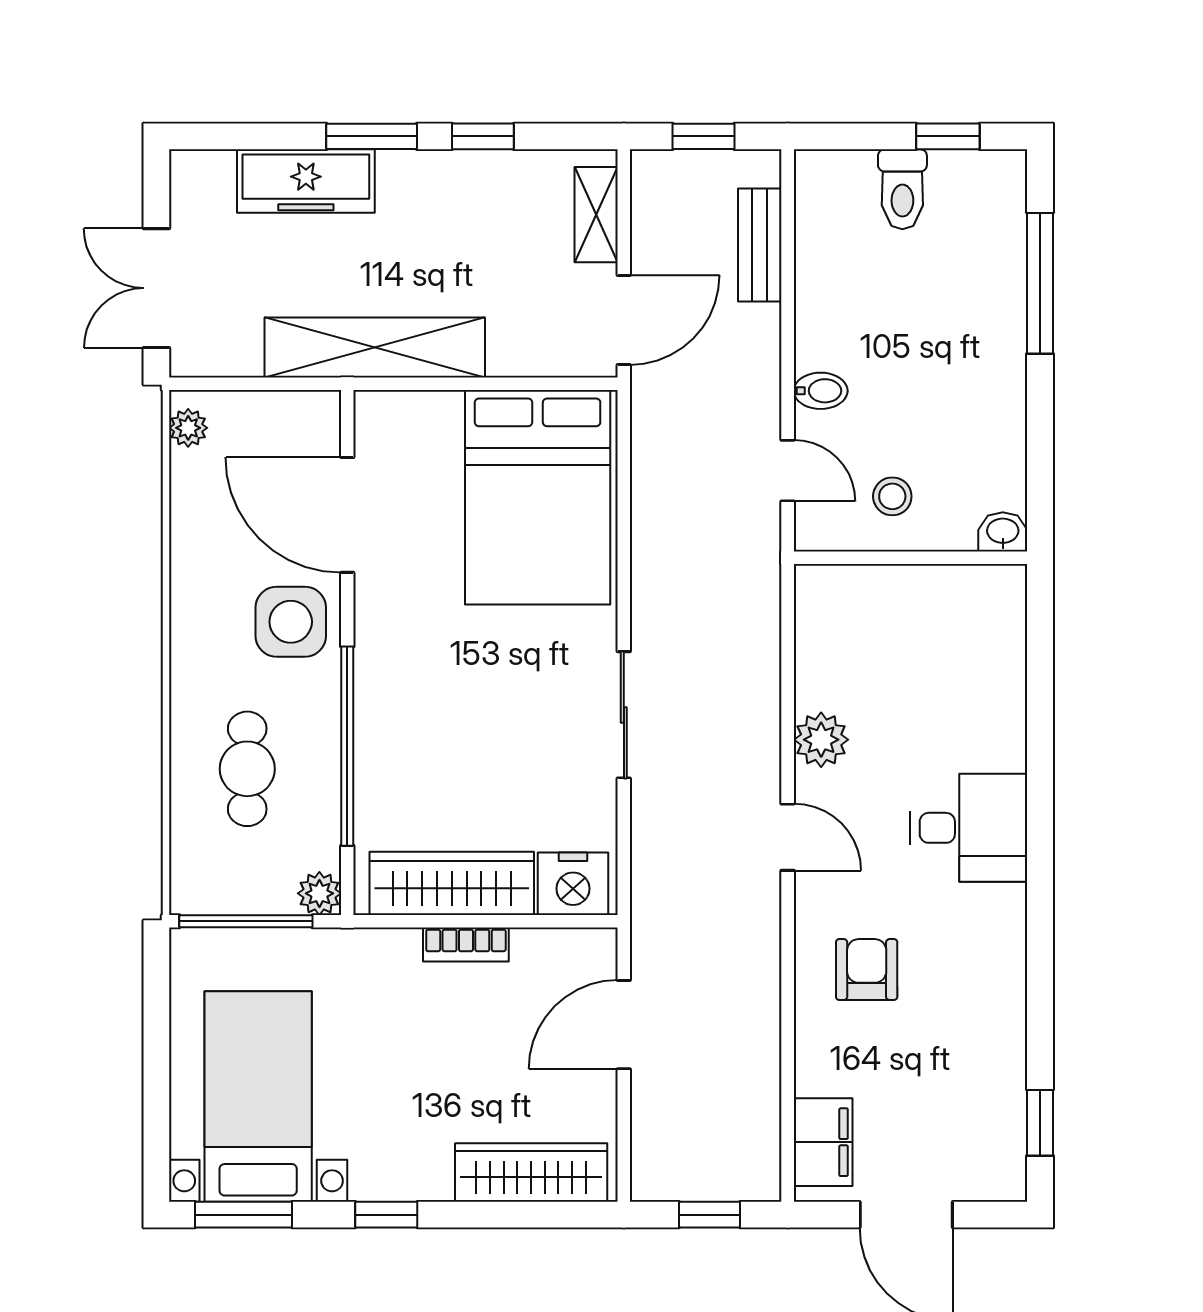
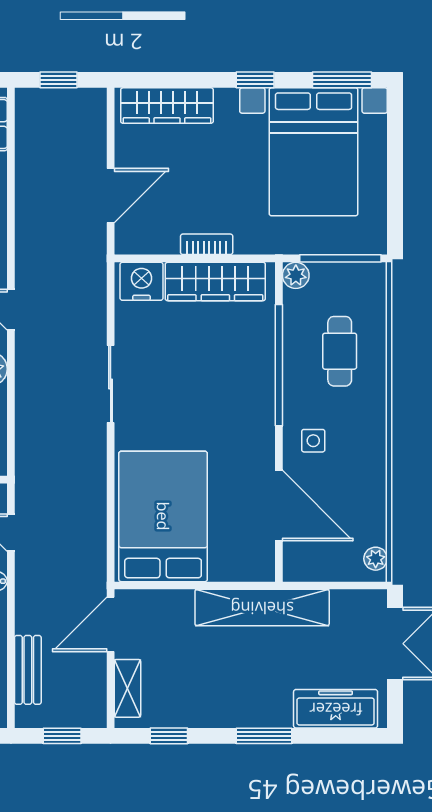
window: (483, 136) -> (169, 736), moved
freezer: (306, 181) -> (336, 709), moved
side table: (291, 622) -> (313, 441), width x0.54, depth x0.54
bed with nightstands: (258, 1097) -> (314, 152), width x1.36

